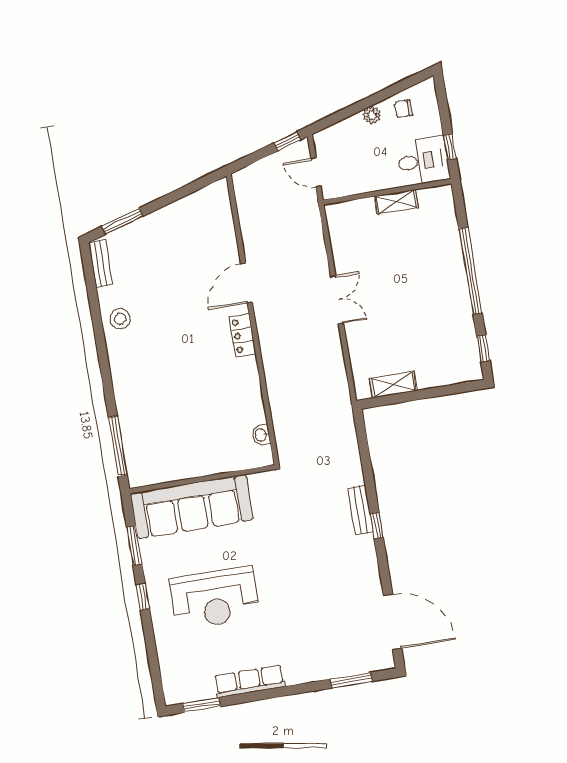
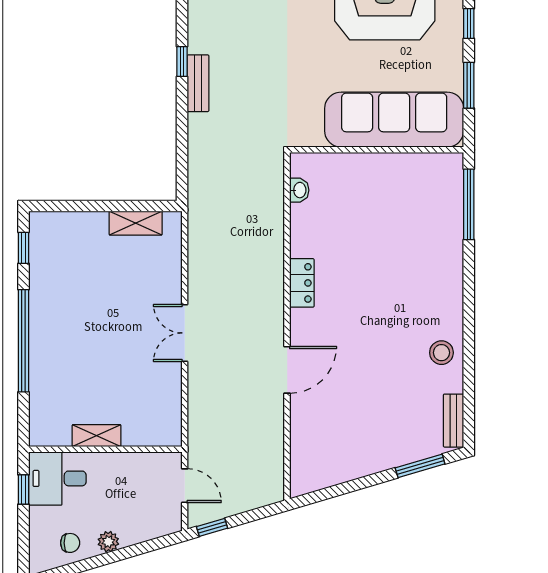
locker: (243, 335) -> (302, 283), moved

